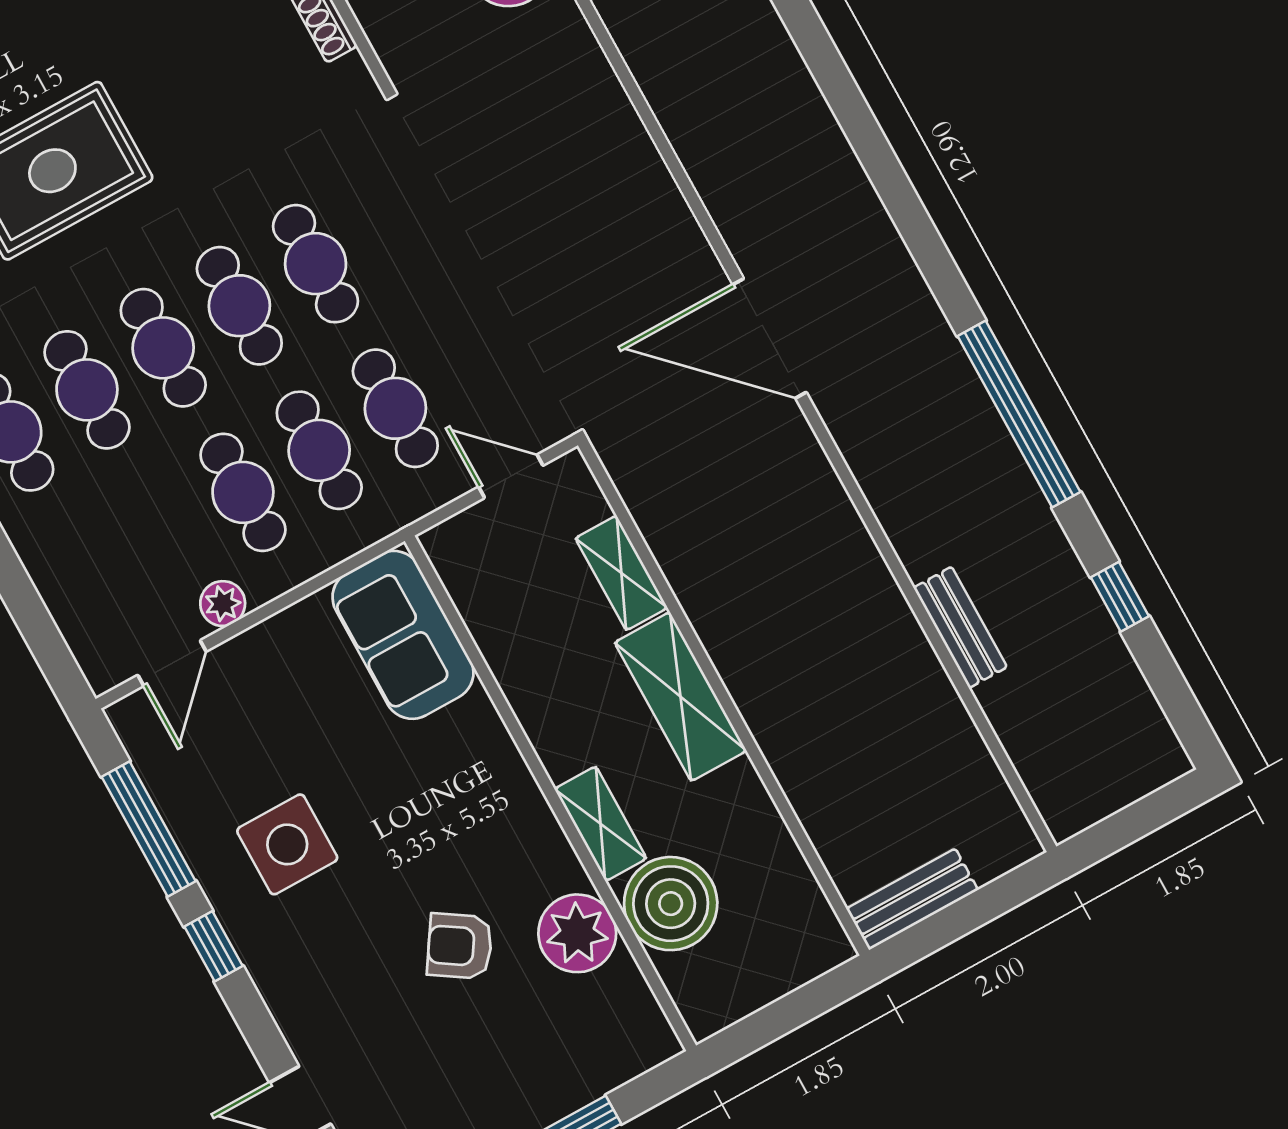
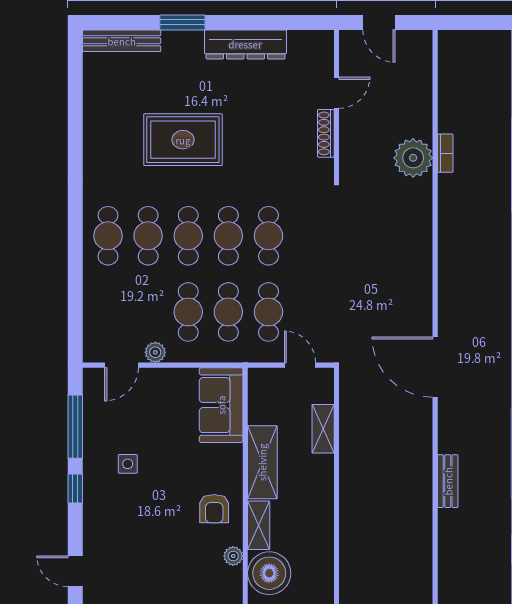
bench: (960, 627) -> (448, 481), moved
shelving: (681, 697) -> (262, 462), moved
side table: (287, 844) -> (128, 464), width x0.54, depth x0.54
plant: (577, 933) -> (233, 556), width x0.53, depth x0.53
armchair: (460, 946) -> (214, 509), moved, turned -123

